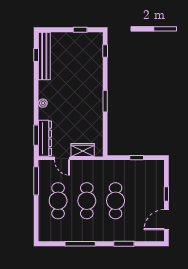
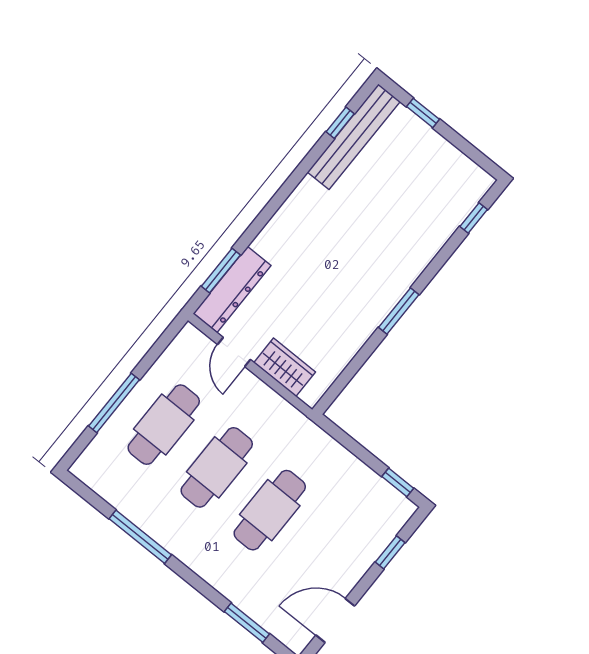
window: (80, 30) -> (423, 113), moved
plant: (43, 103) -> (281, 222), removed
window: (137, 158) -> (398, 482), moved
window: (36, 181) -> (114, 403), moved
window: (166, 194) -> (390, 552), moved
window: (124, 244) -> (247, 623), moved

